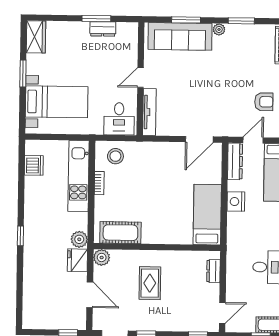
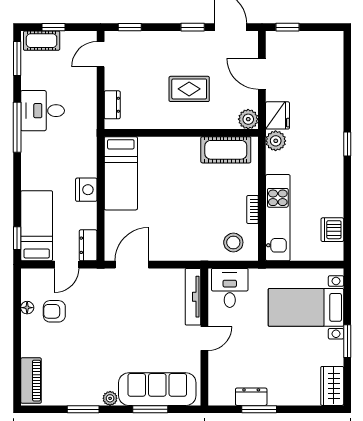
dresser: (235, 161) -> (88, 245), width x0.70
rug: (150, 283) -> (189, 89), turned 90

